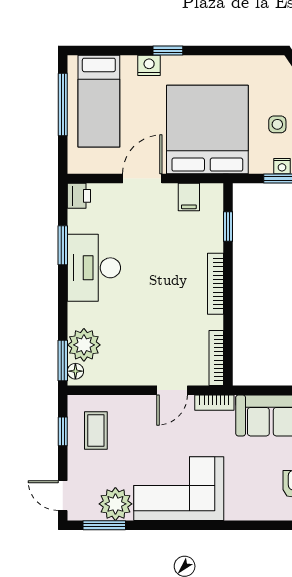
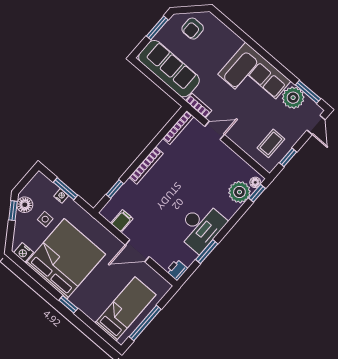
nightstand: (149, 65) -> (23, 252), moved
bed: (207, 130) -> (66, 259), moved, turned 180
window: (63, 361) -> (257, 193), width x0.67

